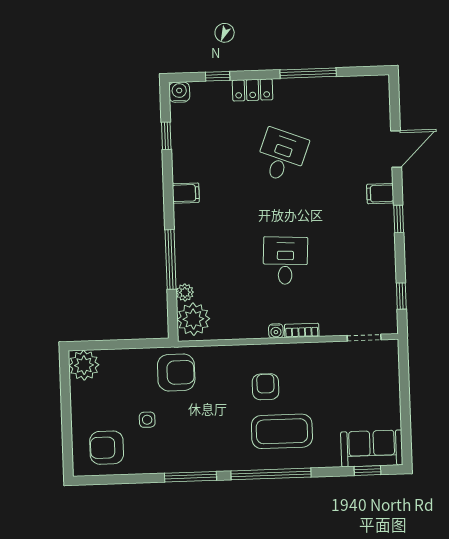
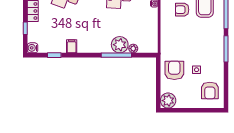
filing cabinet: (186, 193) -> (72, 46), moved
plant: (193, 319) -> (120, 45), moved
armchair: (176, 372) -> (174, 70), moved

